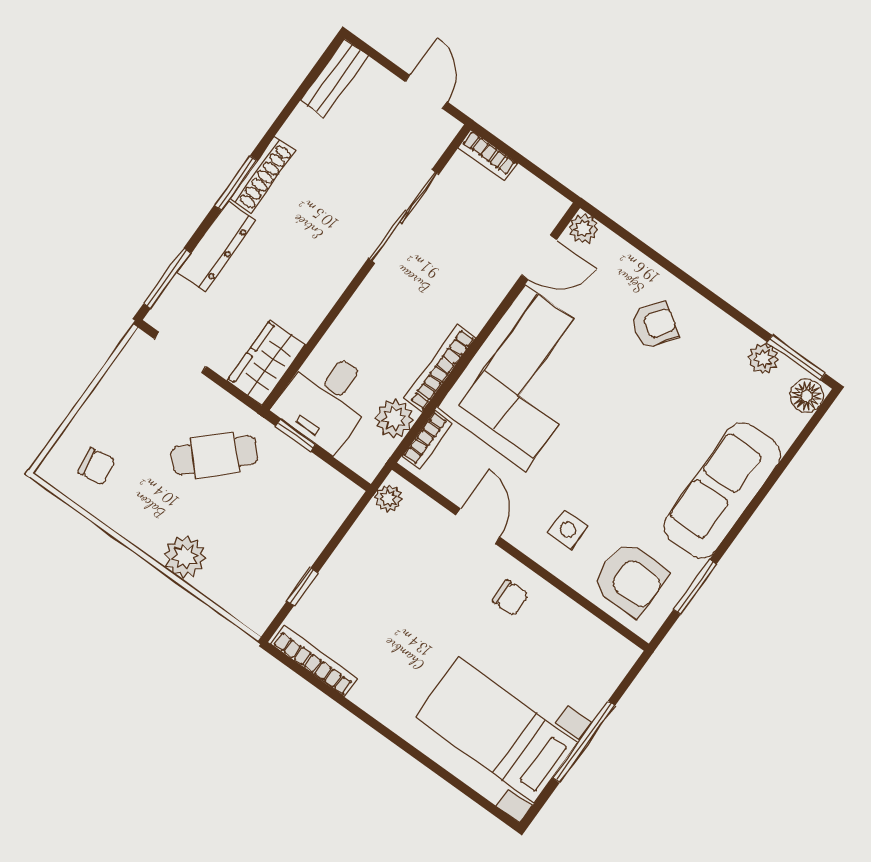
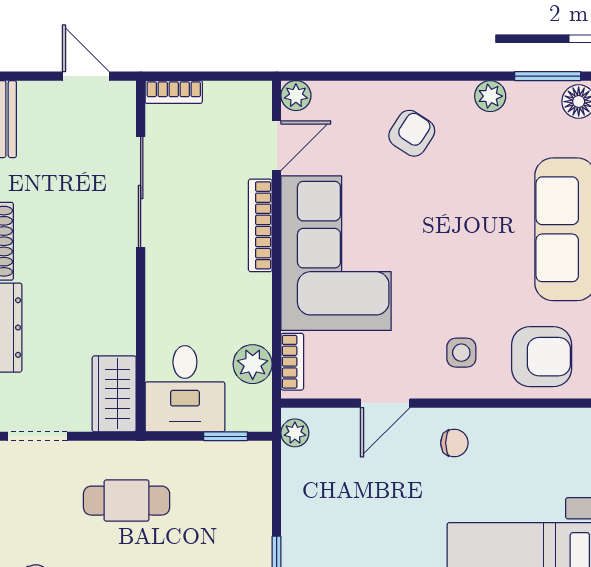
plant: (764, 358) -> (490, 96), moved
bookcase: (440, 368) -> (260, 225), moved
window: (296, 435) -> (226, 436), moved
cafe table: (215, 455) -> (127, 501), turned 44
door: (478, 526) -> (385, 403), swing flipped

